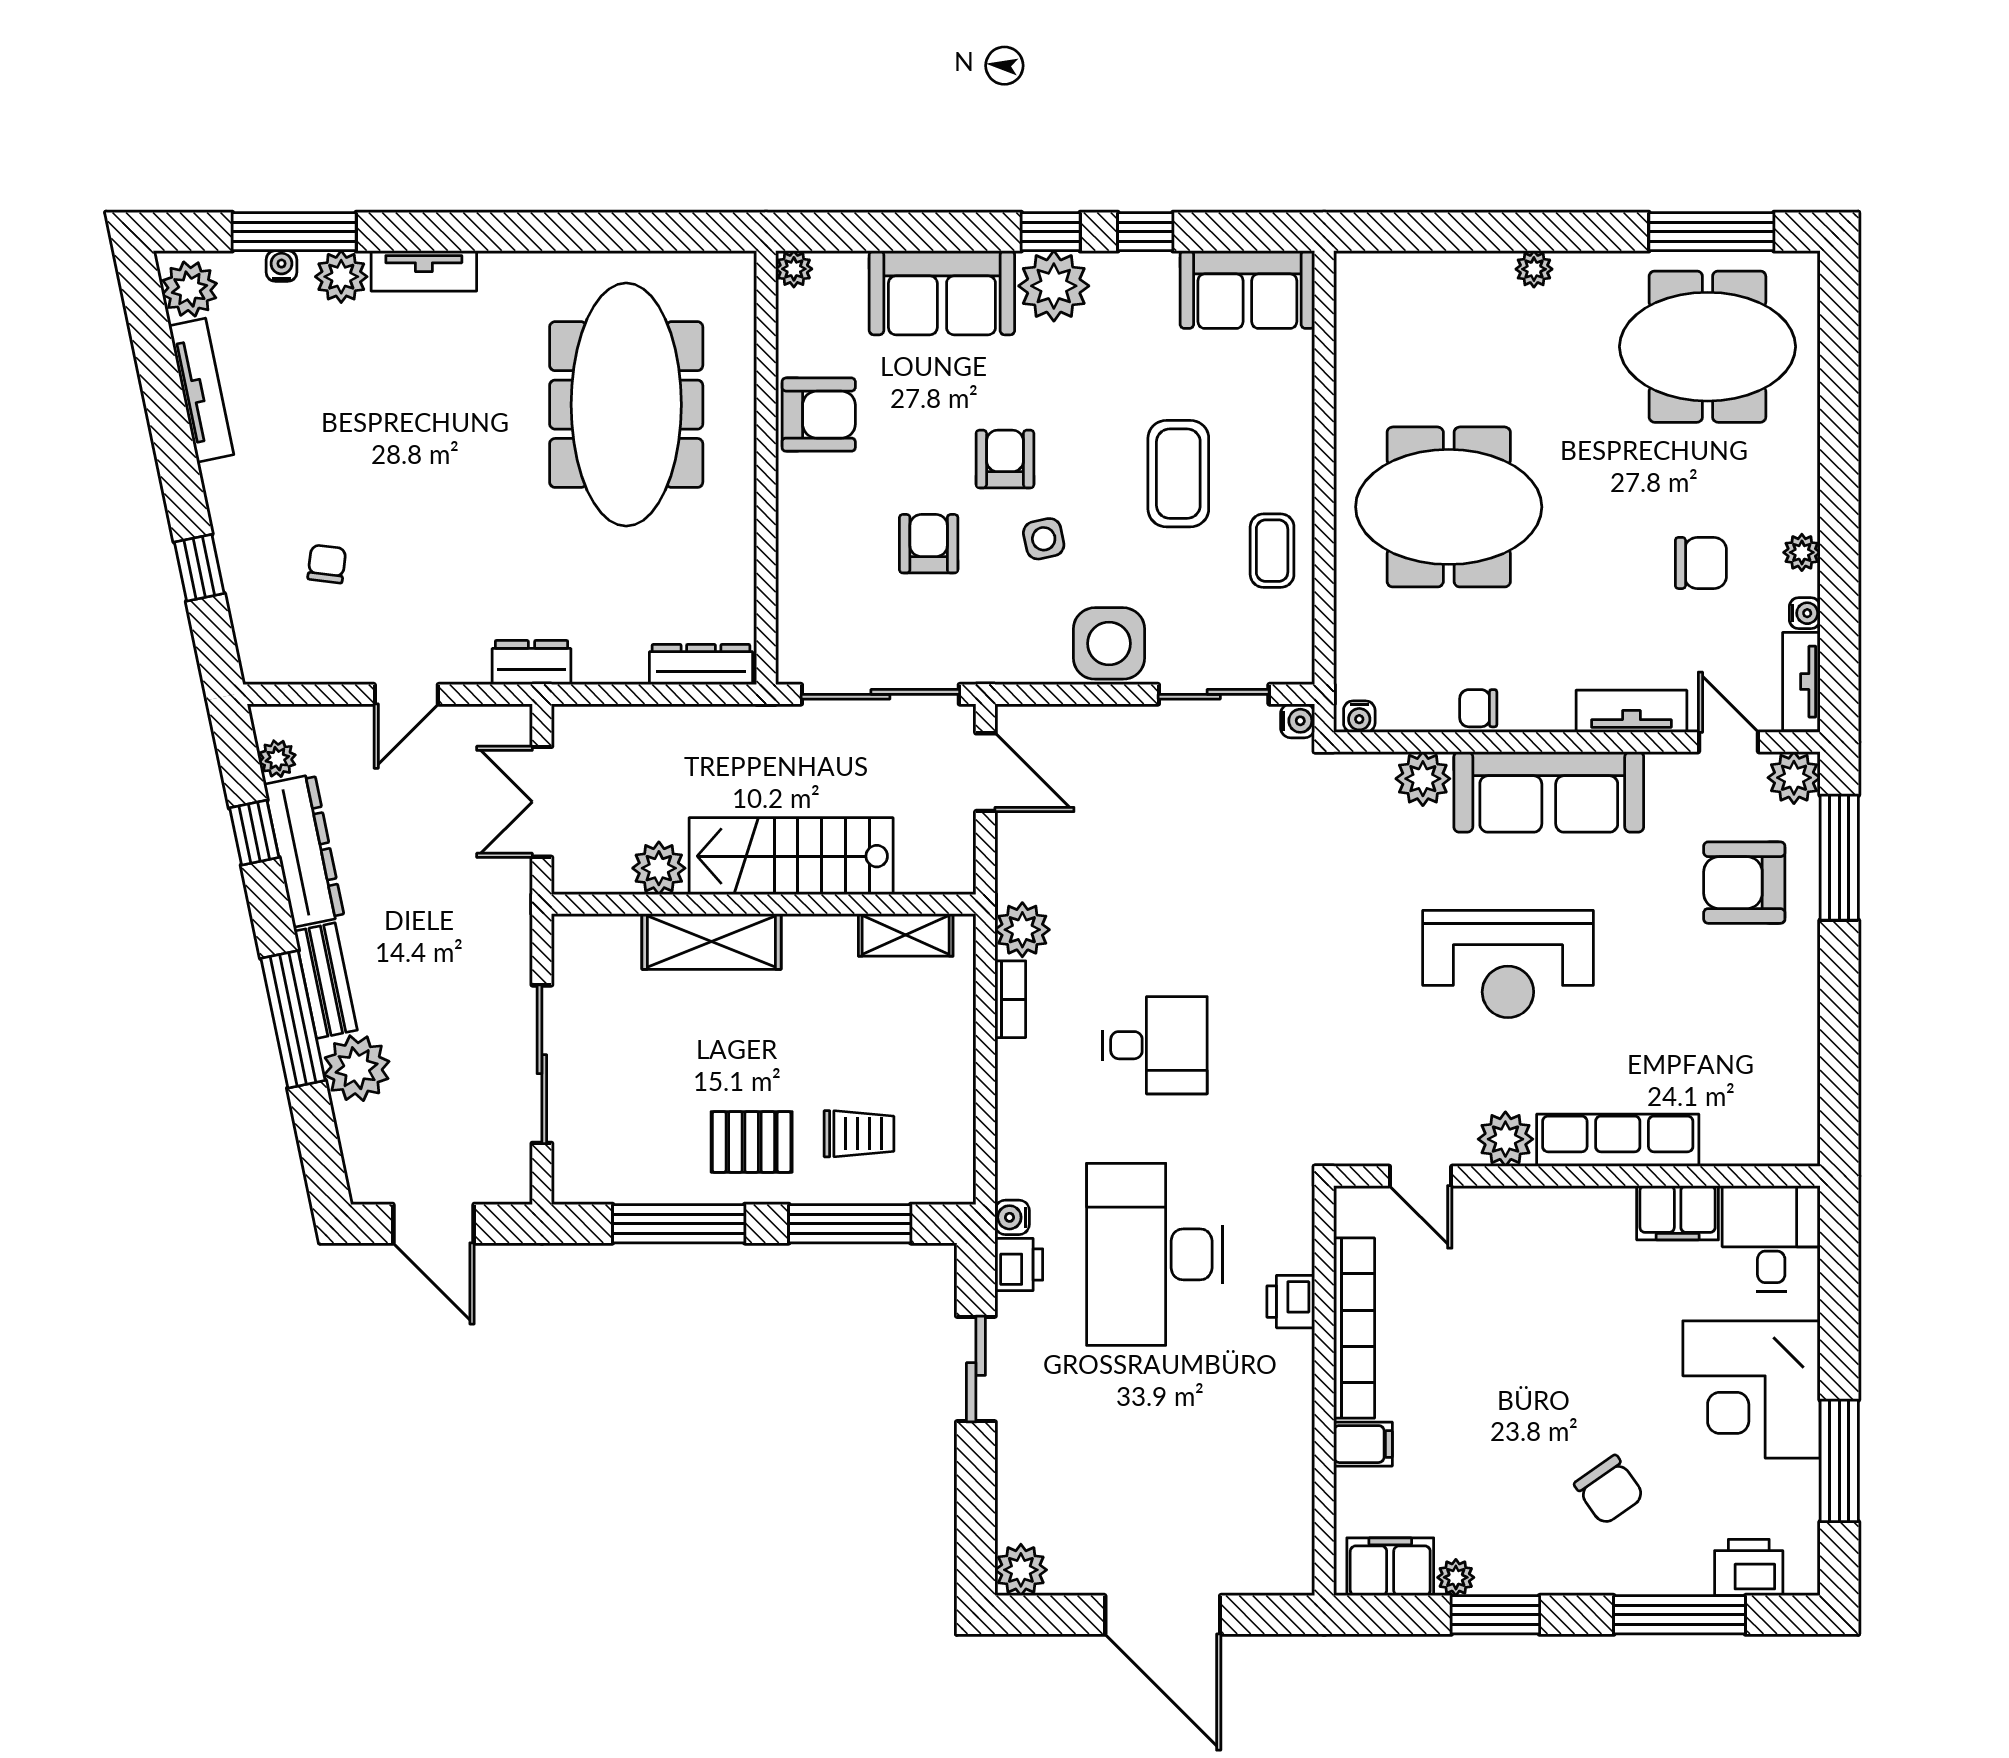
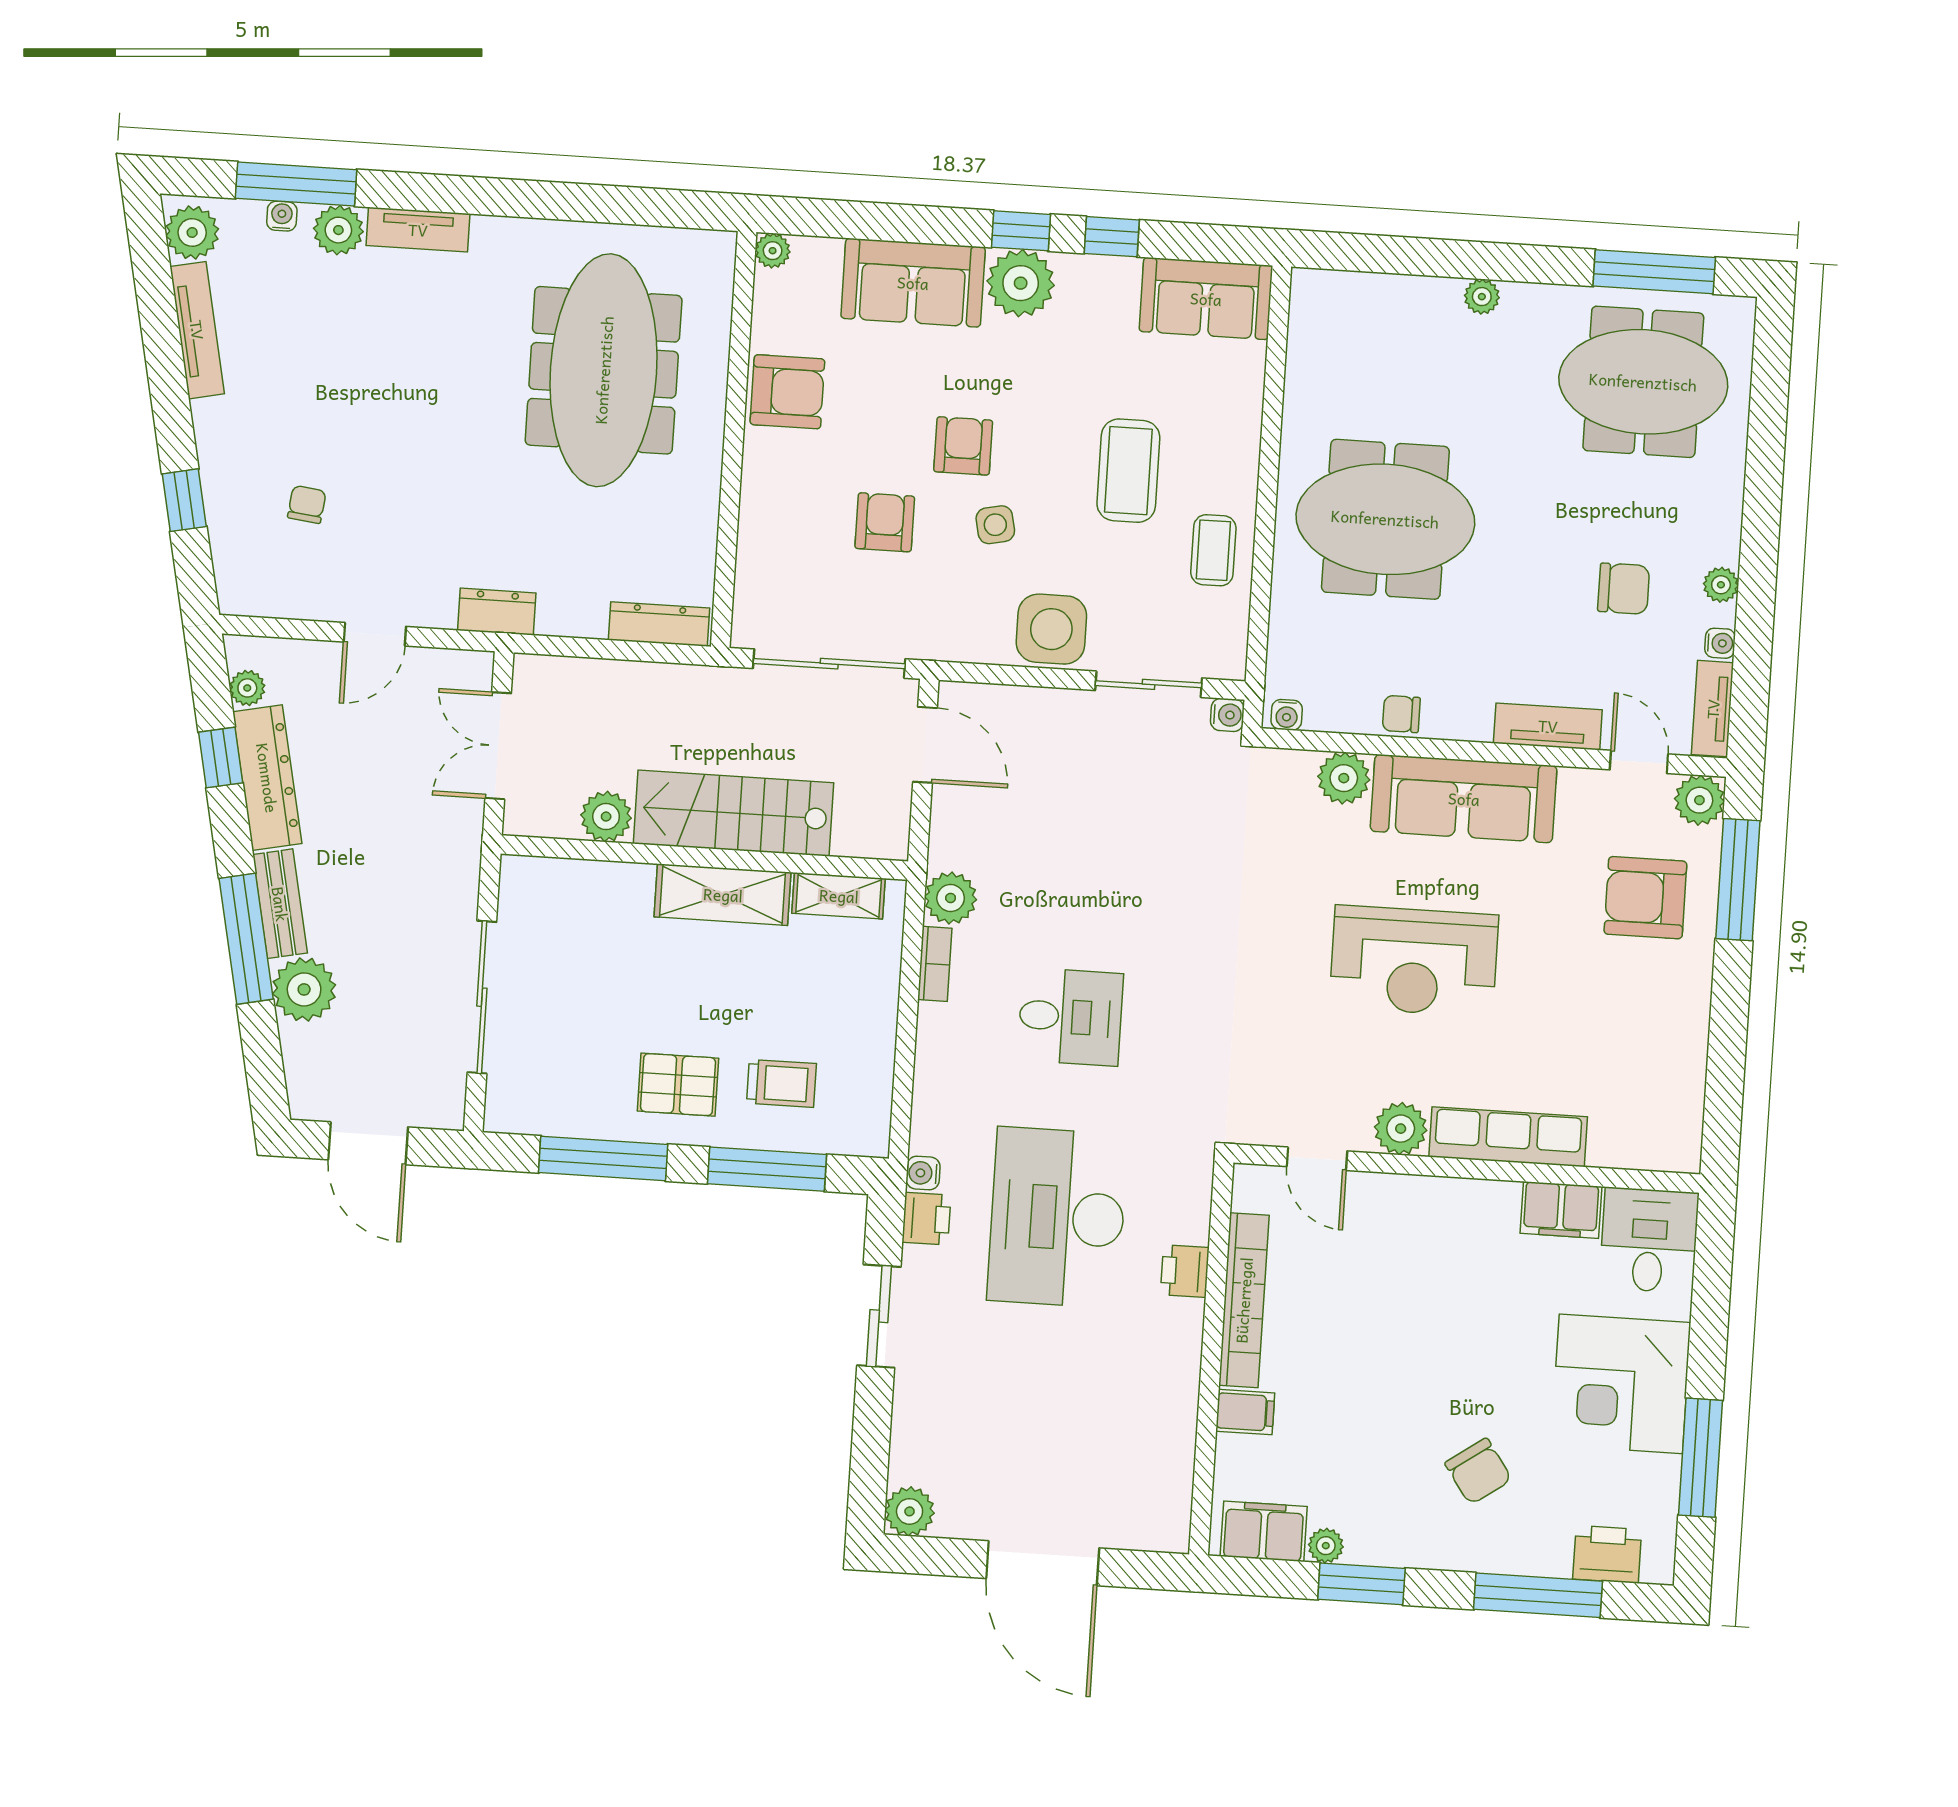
shelving: (711, 941) -> (723, 895), moved

